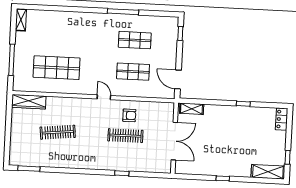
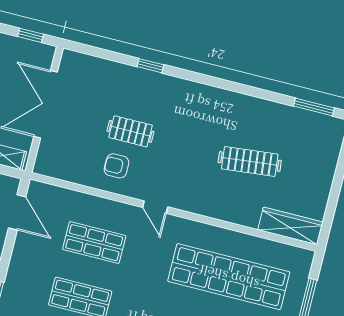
shop shelf: (57, 68) -> (229, 277), width x1.40
clothes rail: (125, 136) -> (131, 131), width x0.73
window: (190, 177) -> (31, 35), added

